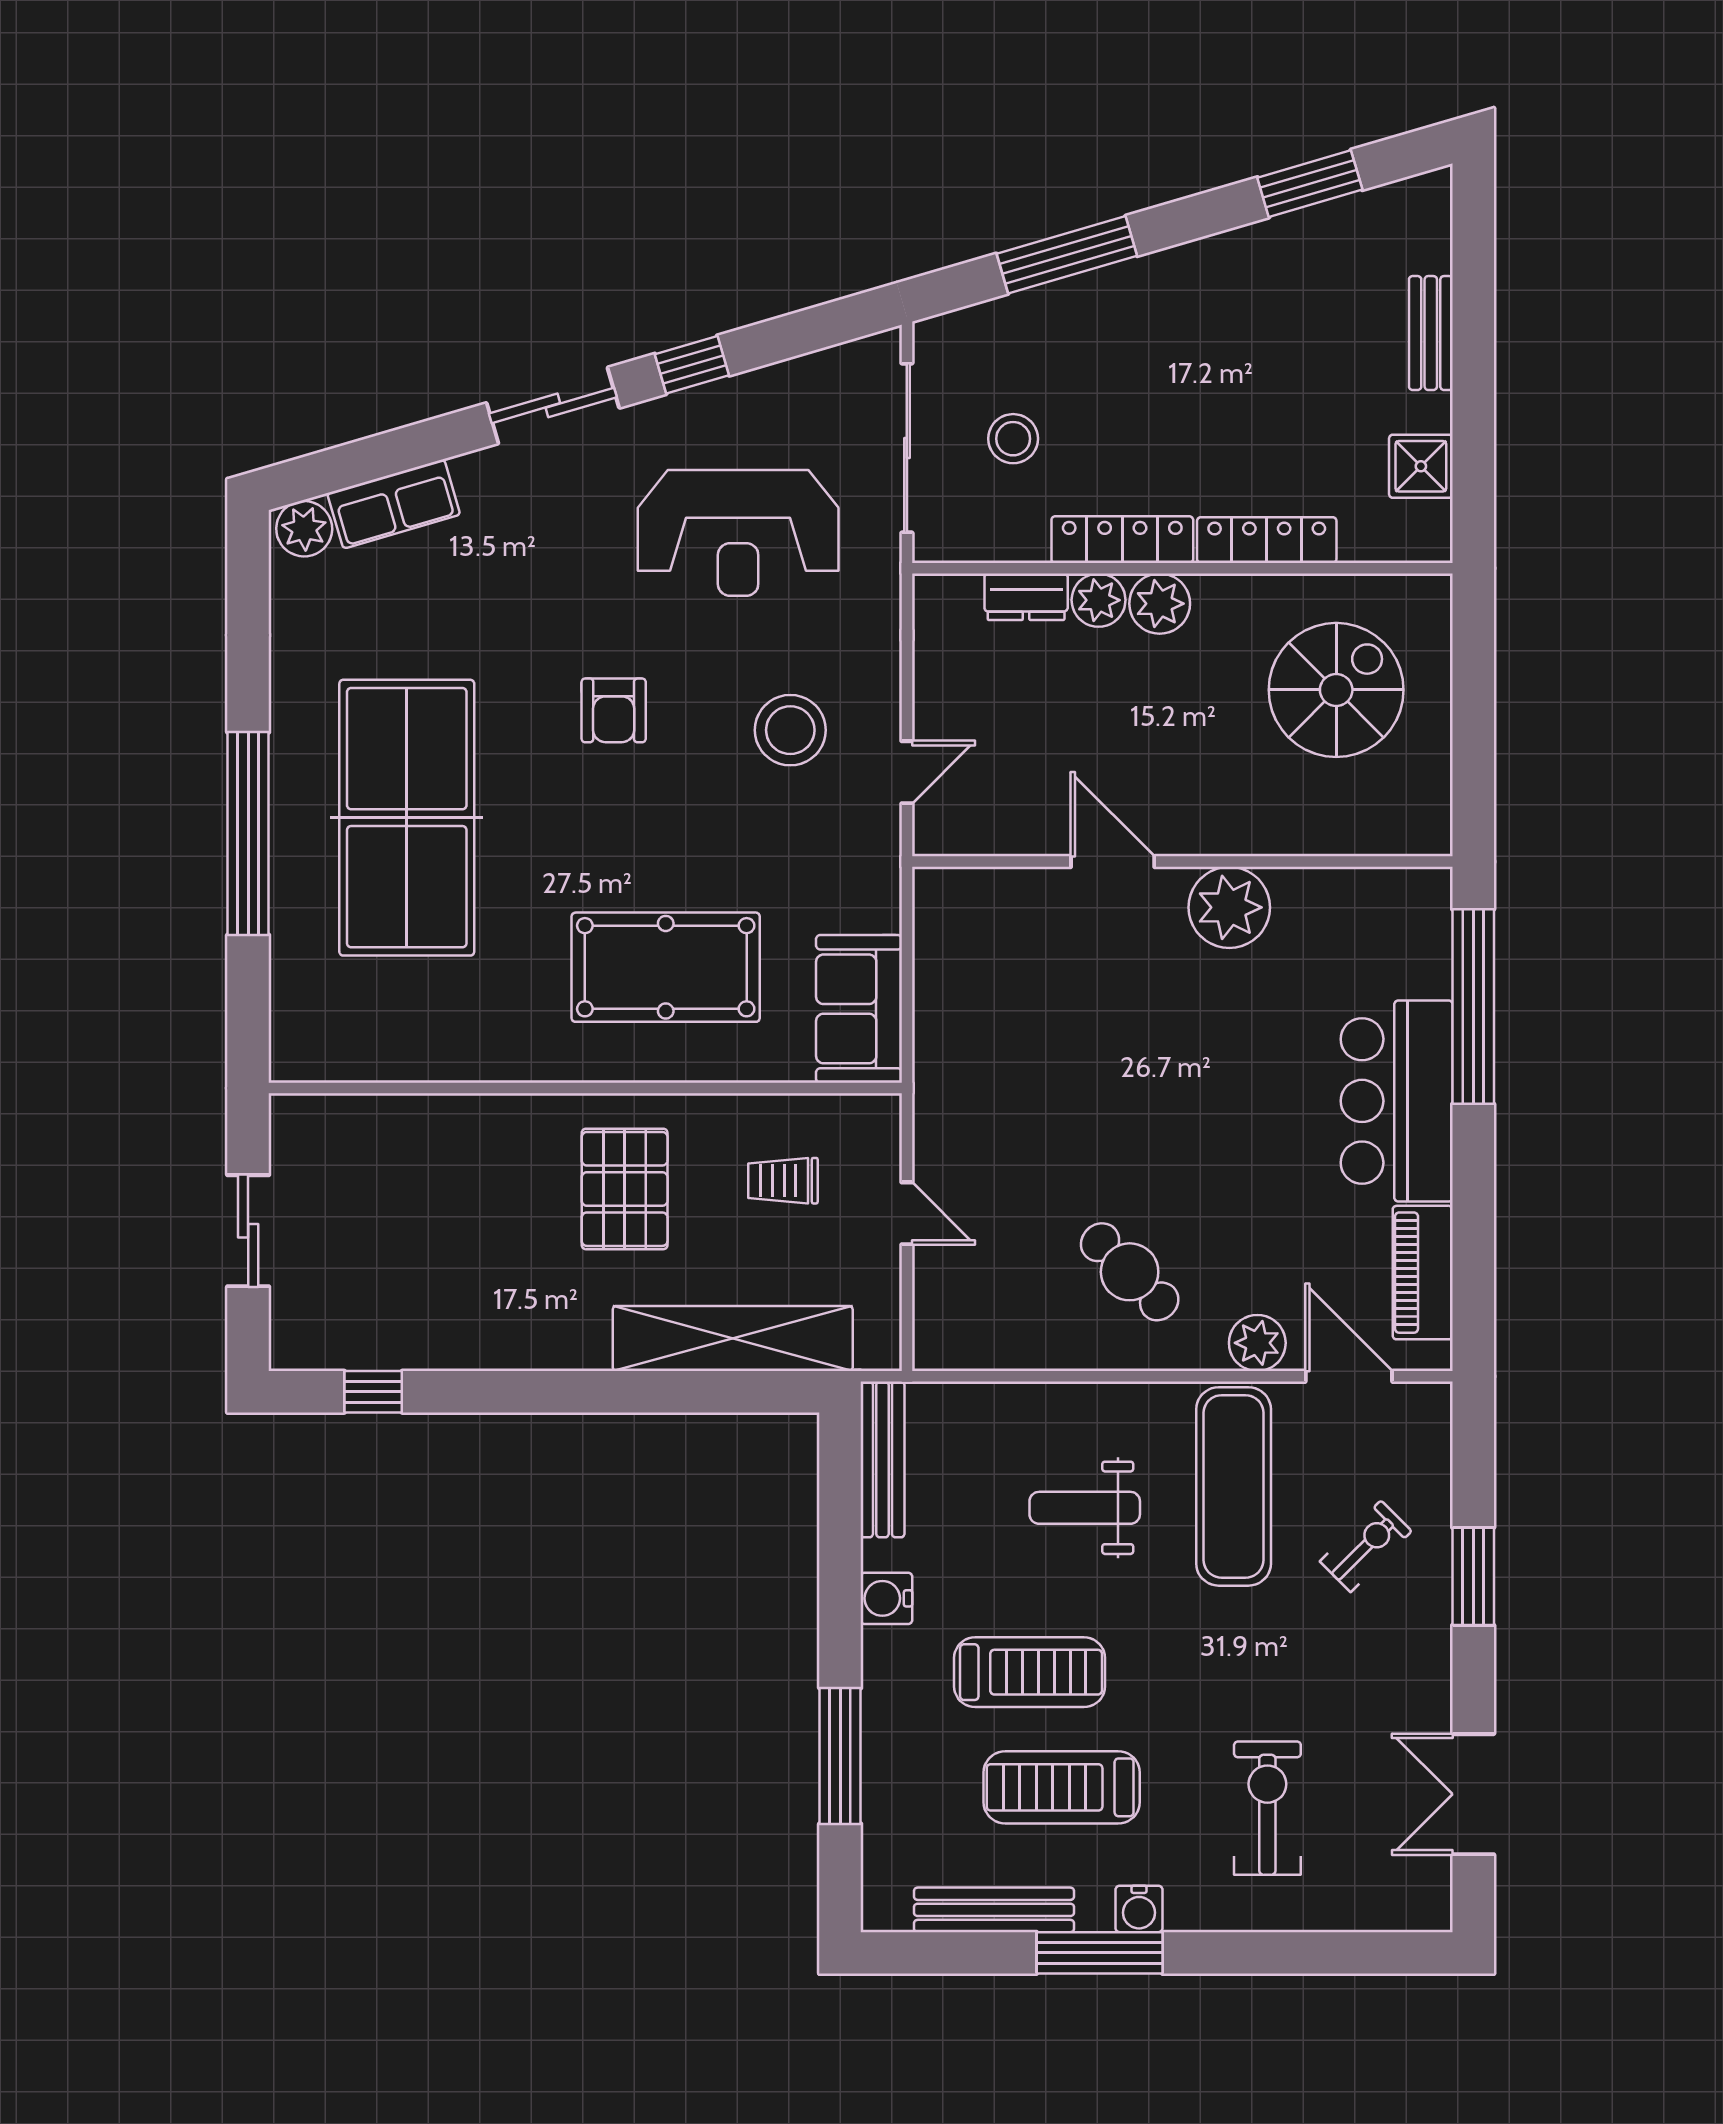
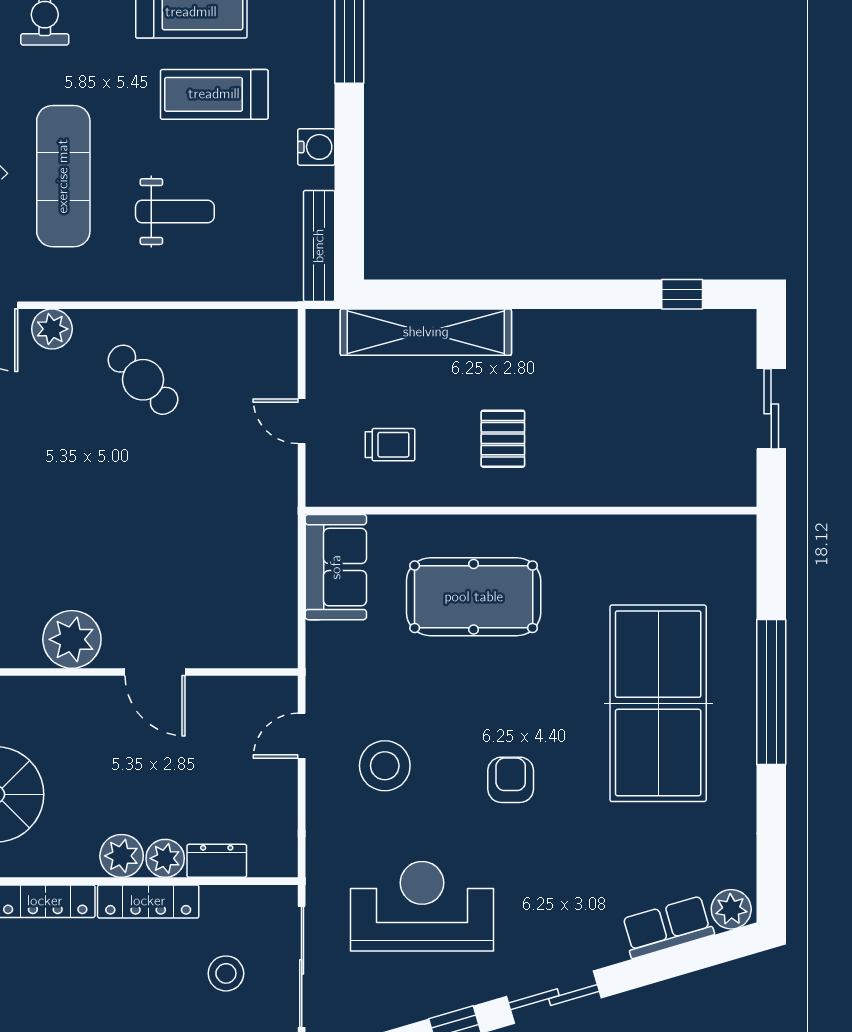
pallet: (625, 1189) -> (503, 439), width x0.67, depth x0.71
exercise mat: (1234, 1486) -> (63, 176), moved

